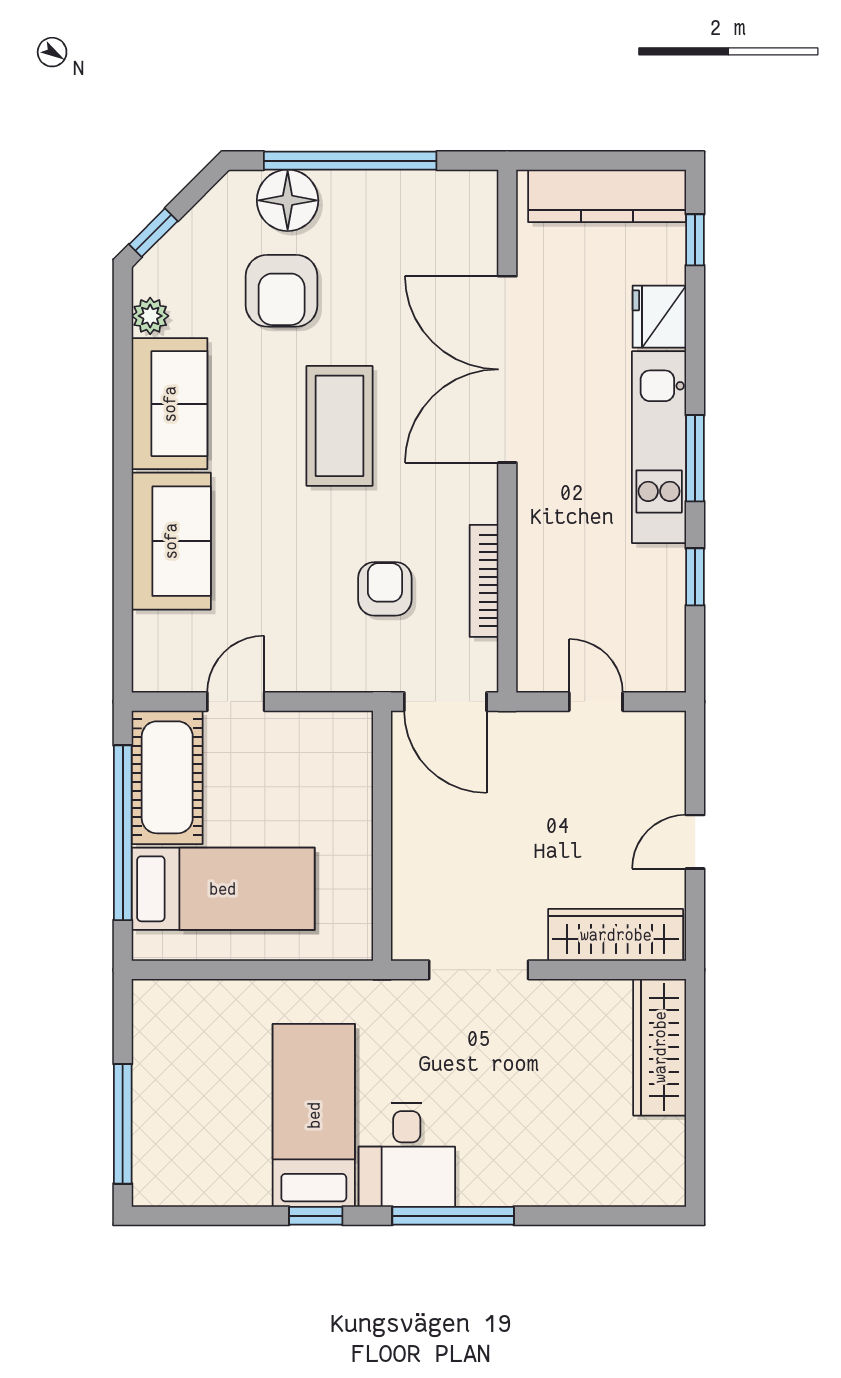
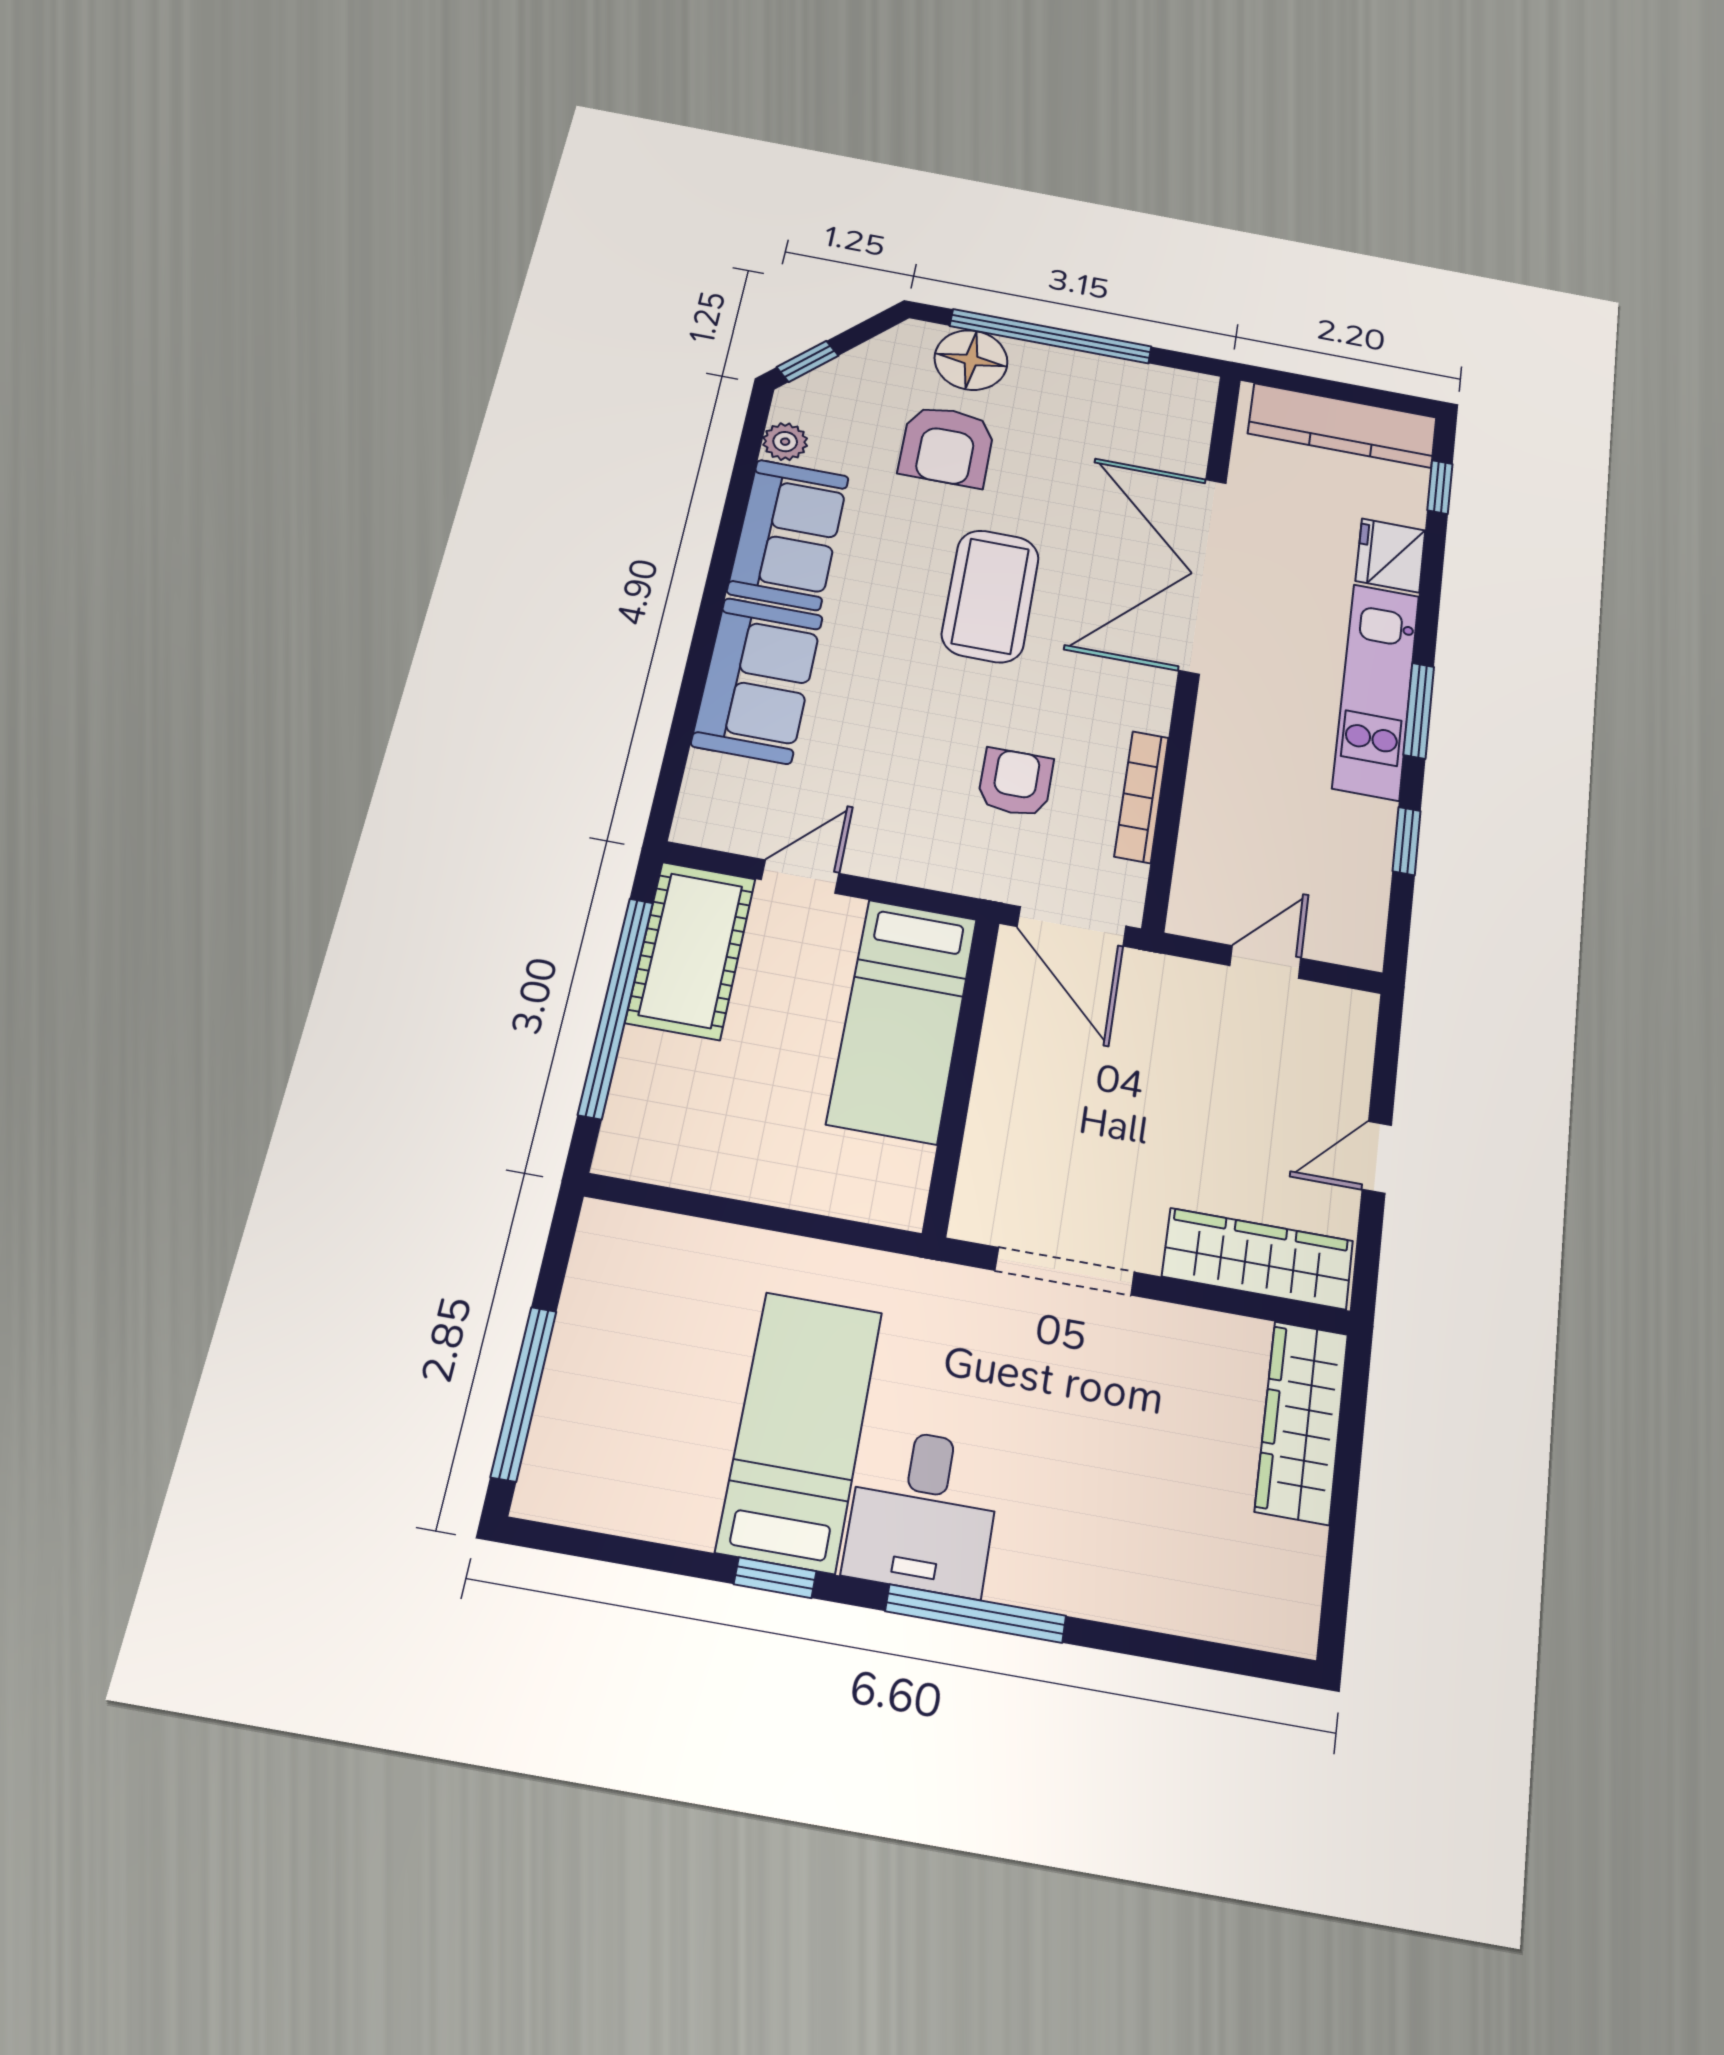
door: (596, 702) -> (1265, 962), hinge flipped
bed: (223, 889) -> (903, 1020), moved, turned 90

